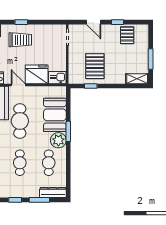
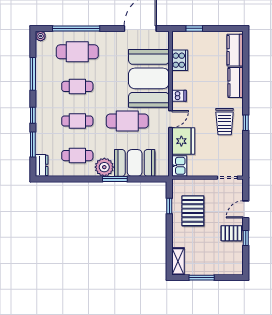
pallet: (127, 35) -> (231, 233), moved
pallet: (95, 66) -> (193, 211), turned 90
dresser: (53, 193) -> (42, 165), width x0.70

